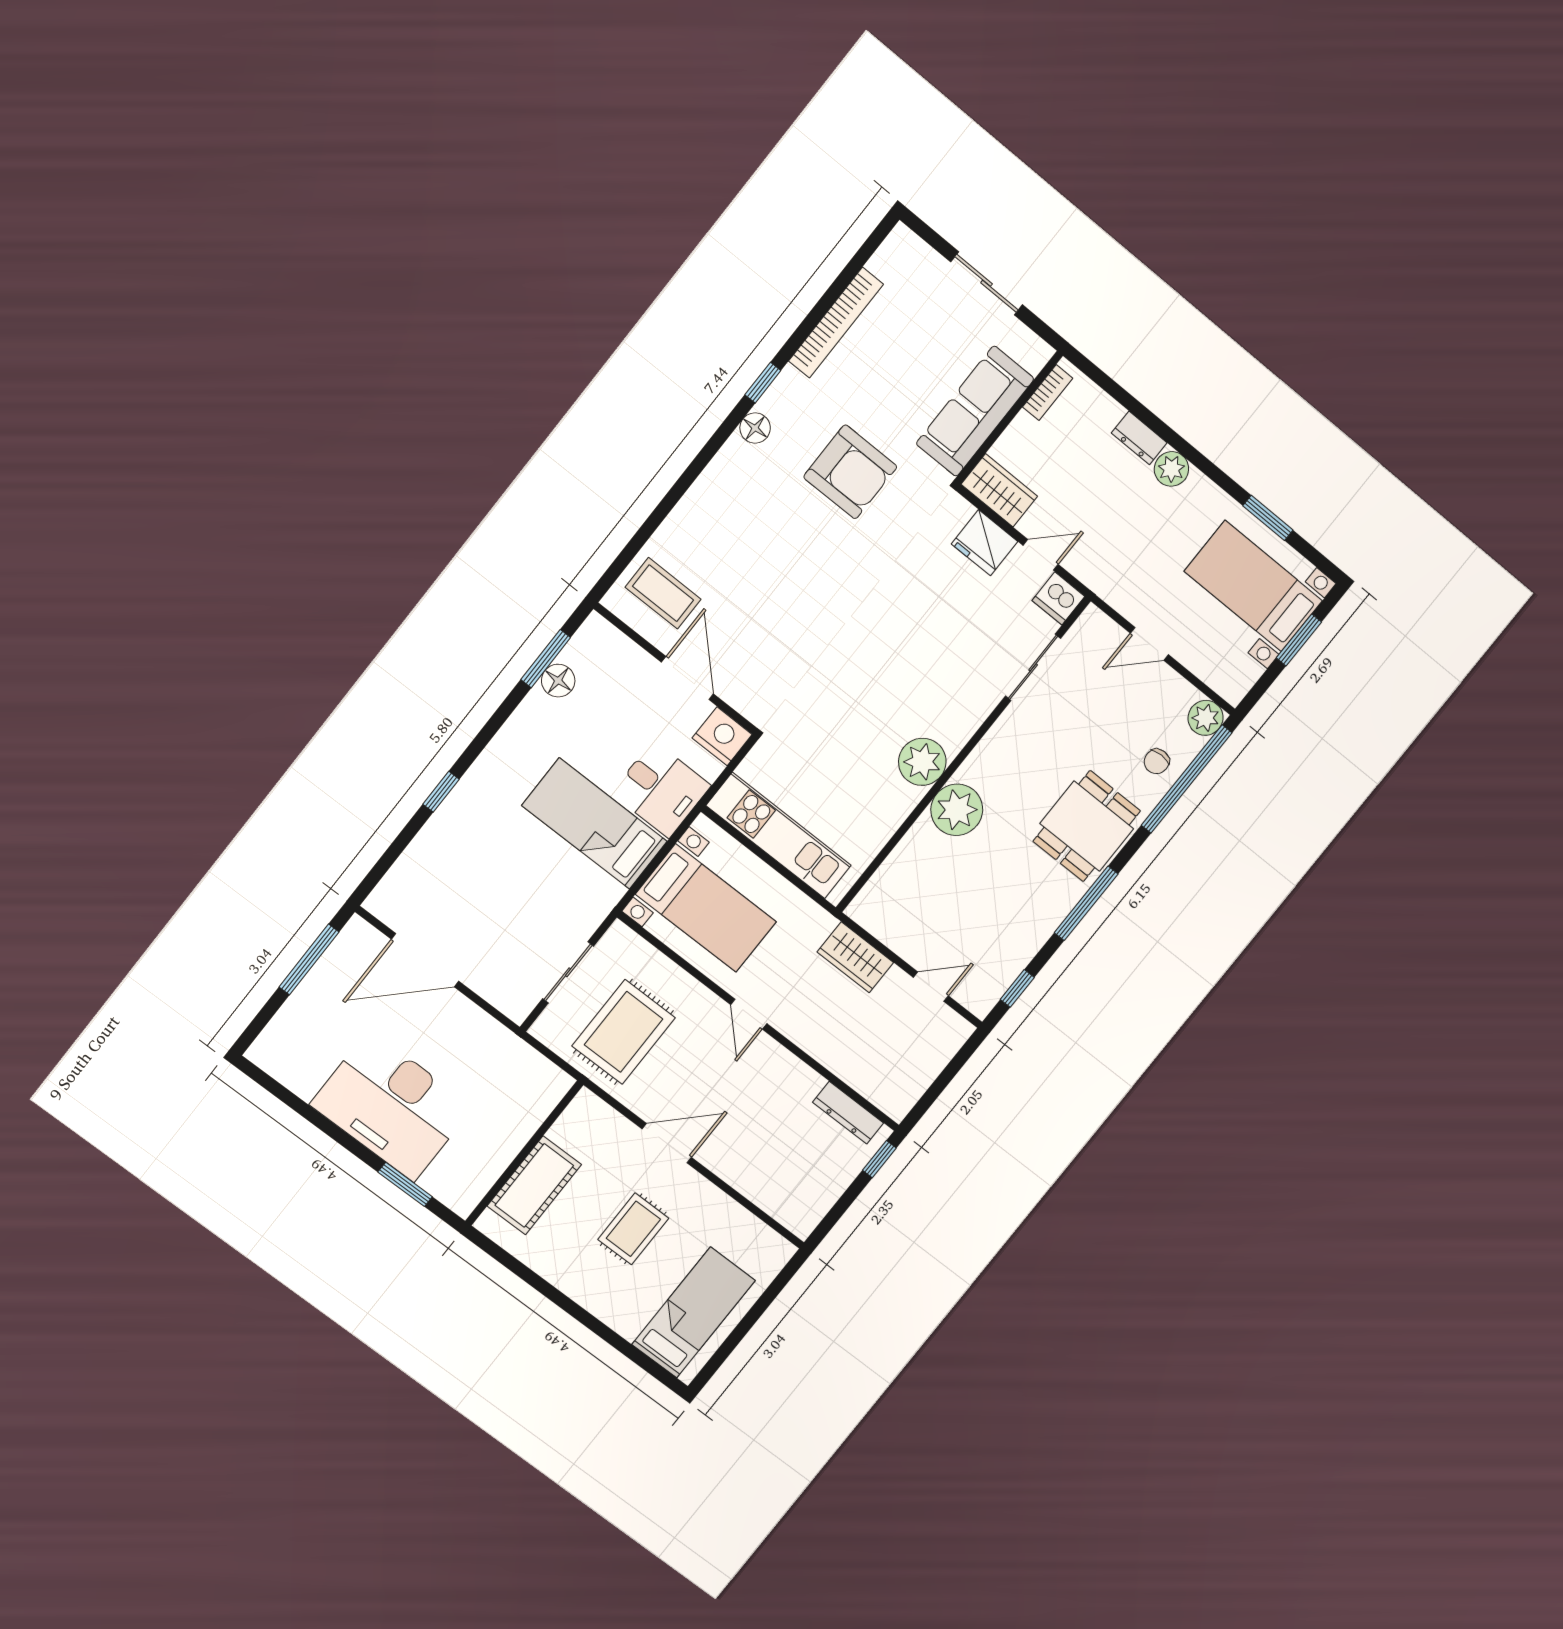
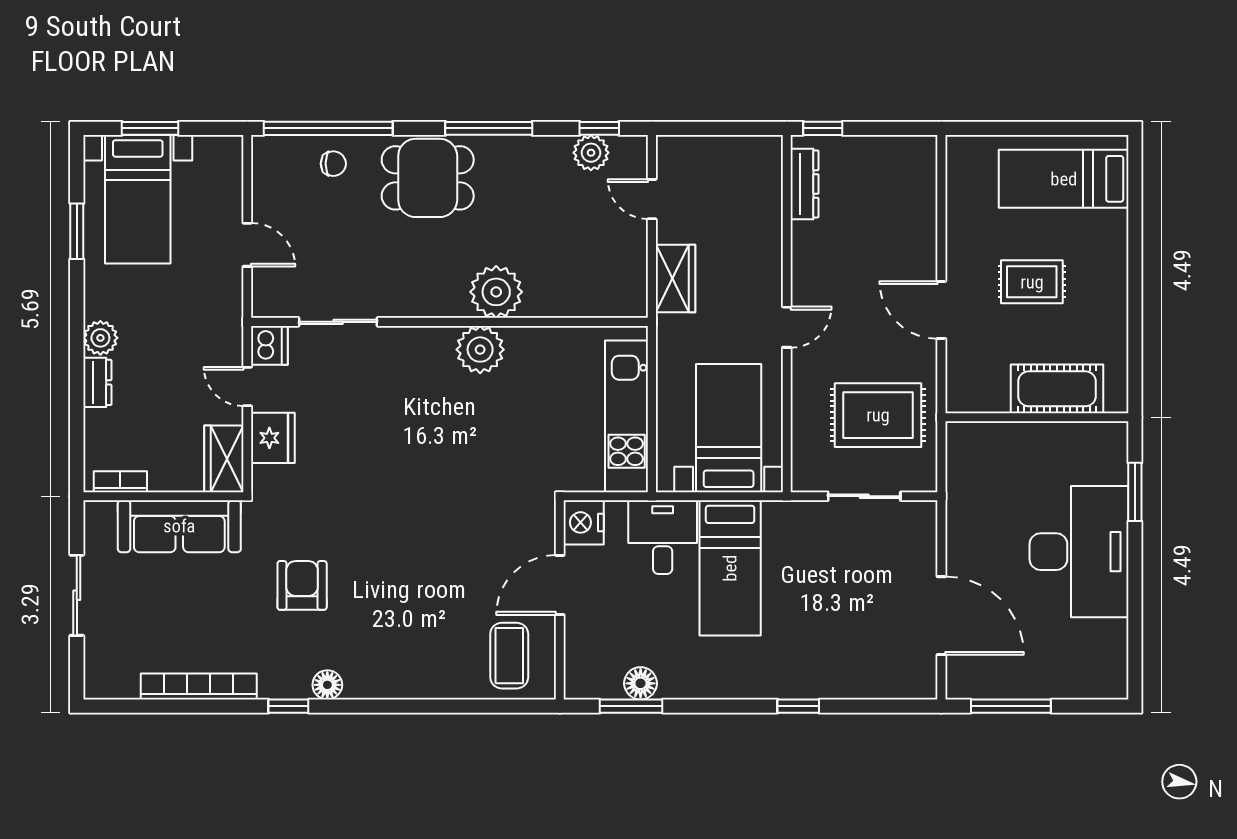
armchair: (850, 472) -> (302, 585), width x0.73, depth x0.73
plant: (1206, 718) -> (591, 153), moved

